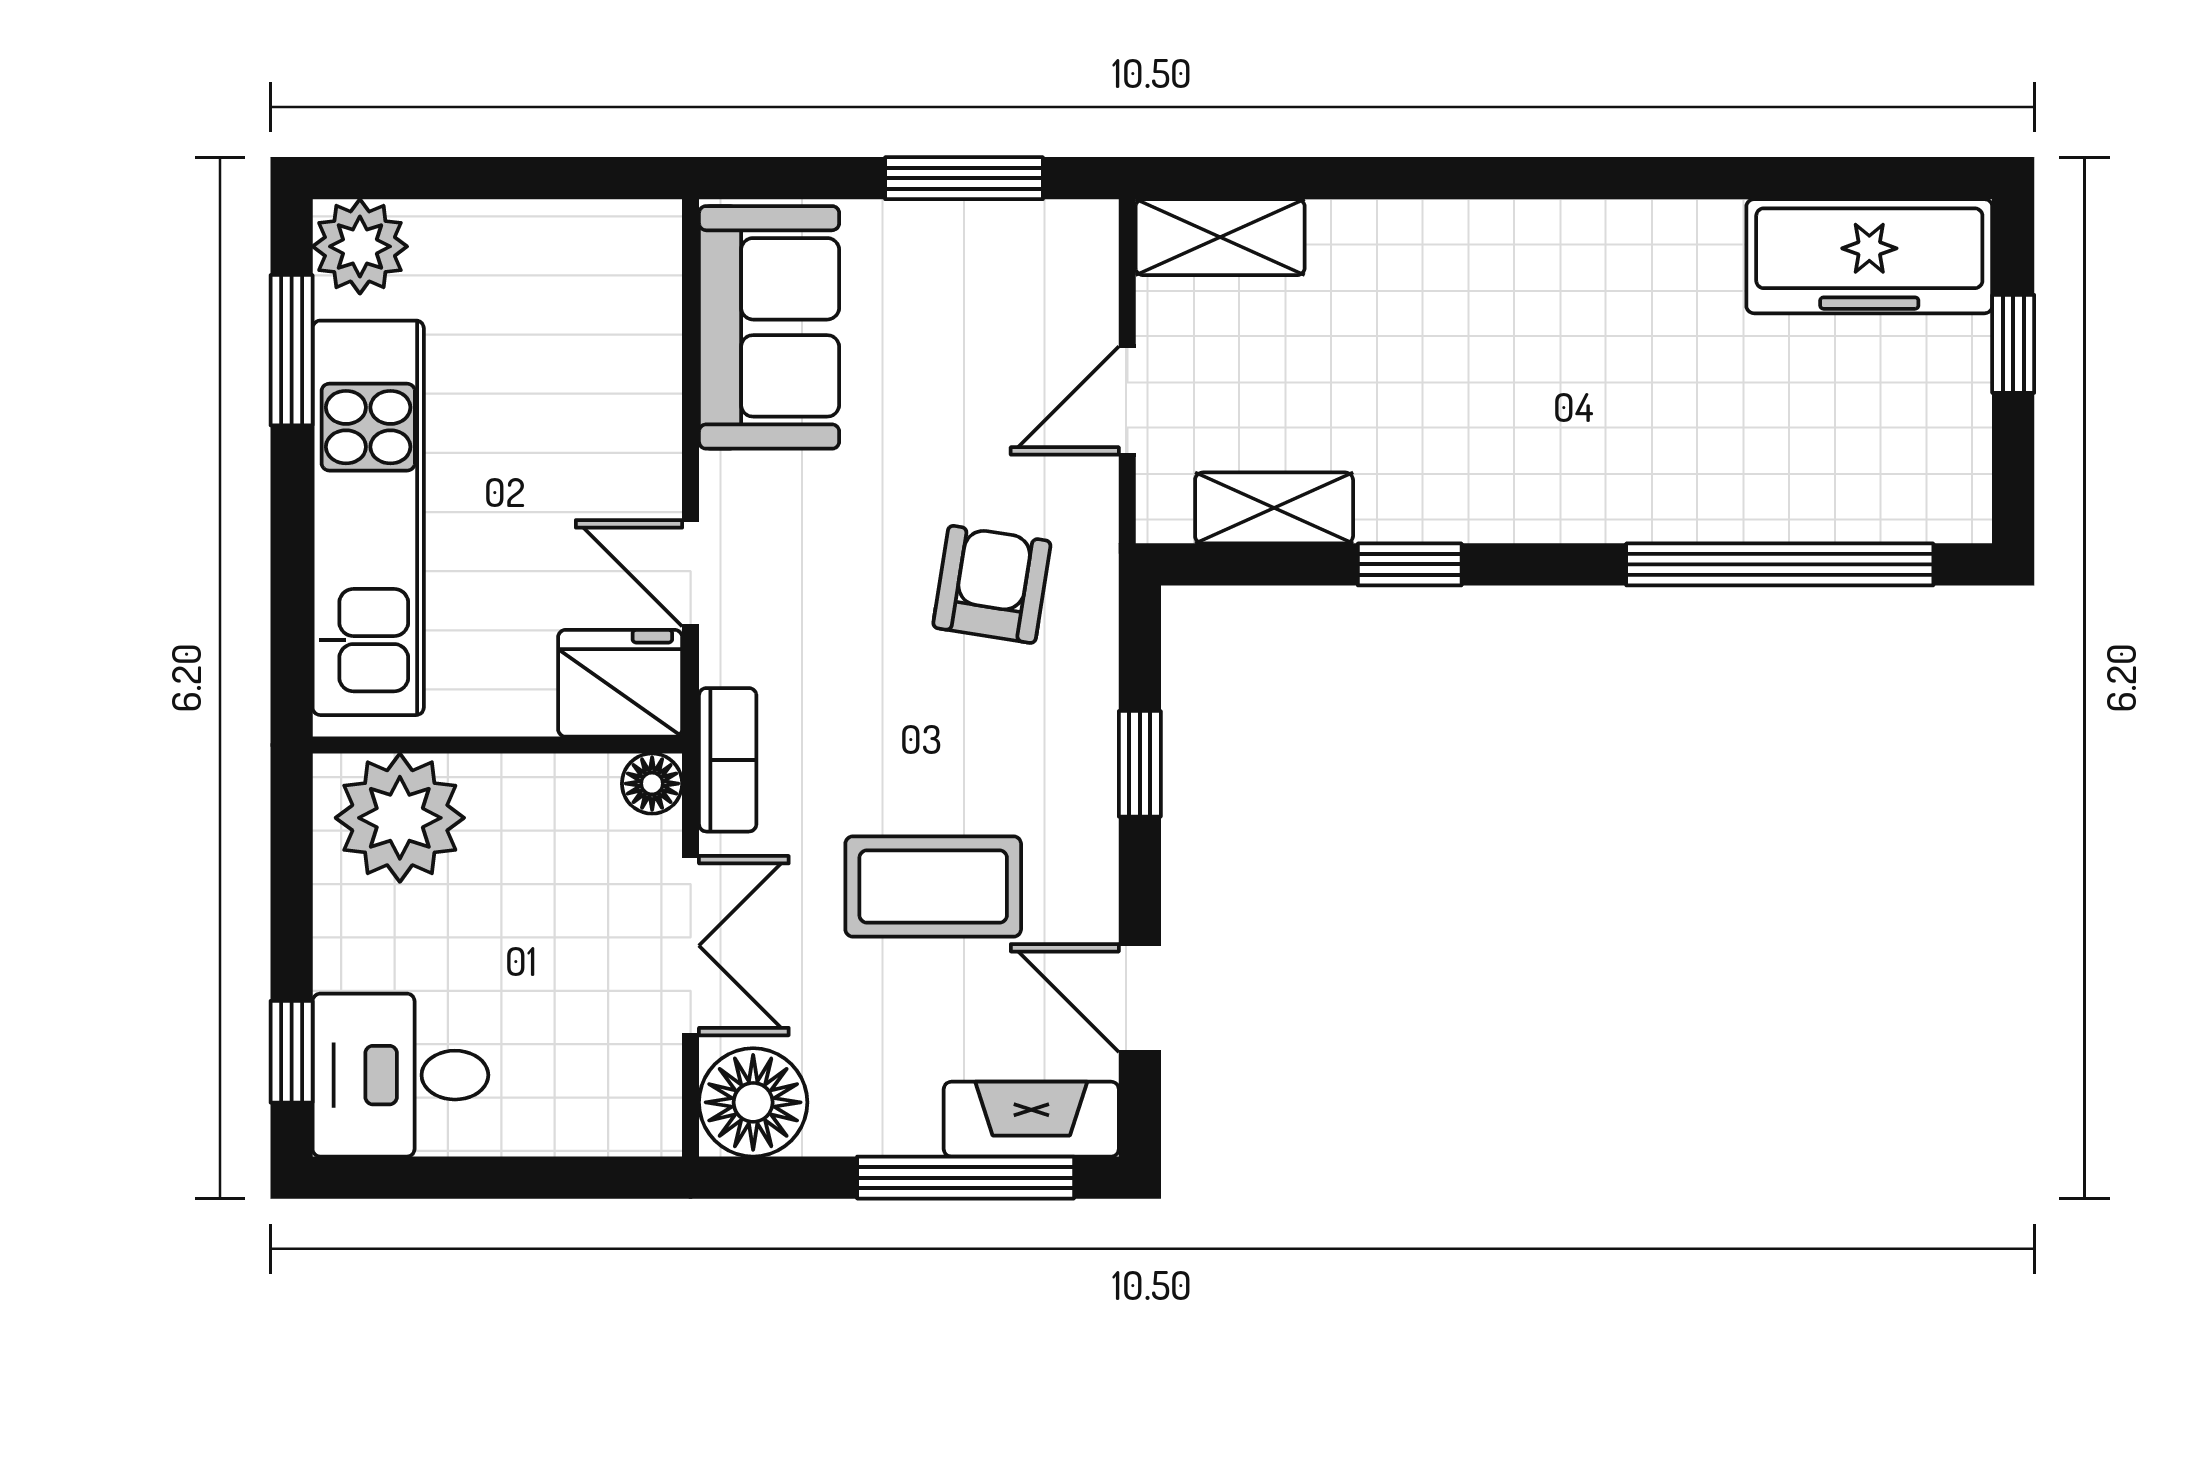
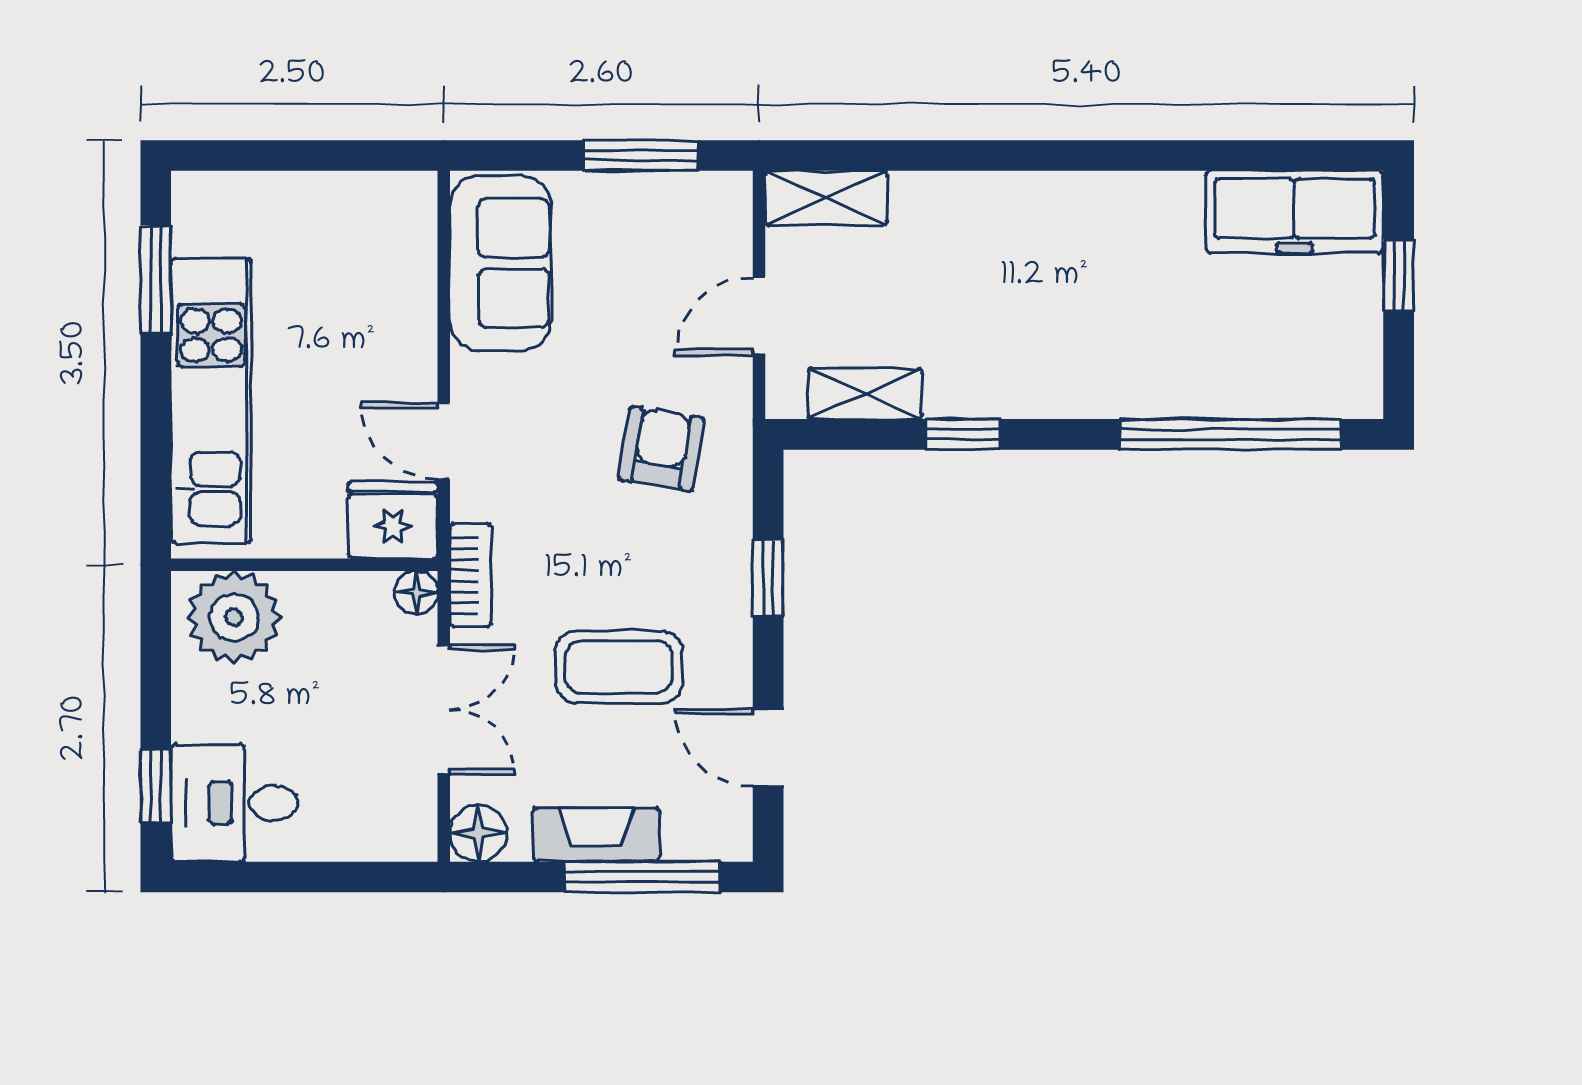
plant: (360, 246) -> (205, 205), removed
floor lamp: (753, 1102) -> (478, 833), width x0.73, depth x0.73
fireplace: (1031, 1119) -> (596, 835), moved

